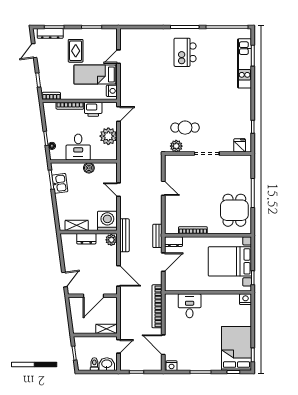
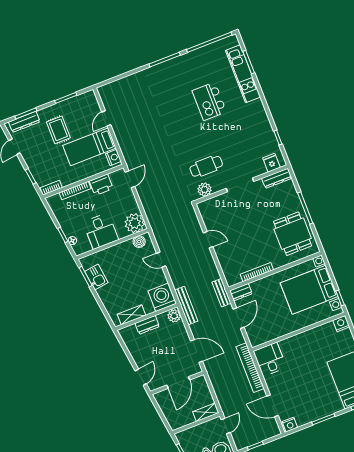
kitchen island: (185, 52) -> (209, 101), moved
plant: (108, 136) -> (135, 223), moved
dresser: (239, 160) -> (277, 178), added
boiler: (89, 168) -> (139, 242), moved
desk: (190, 306) -> (270, 359), moved

